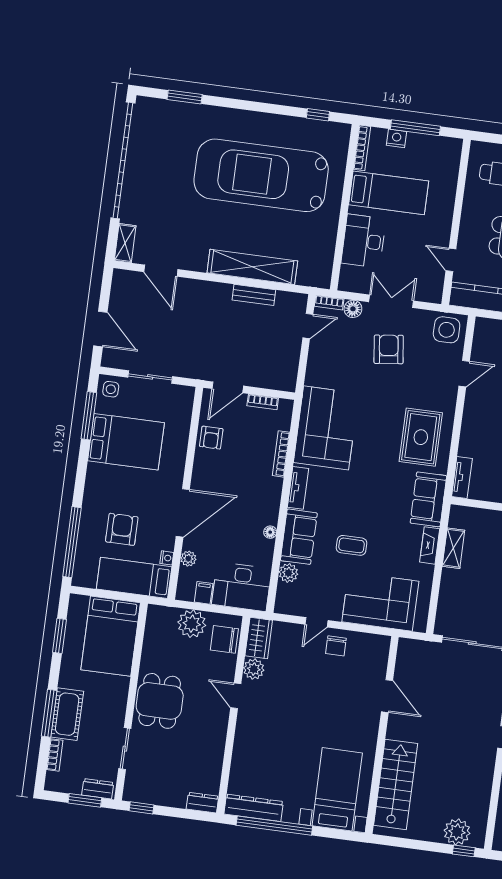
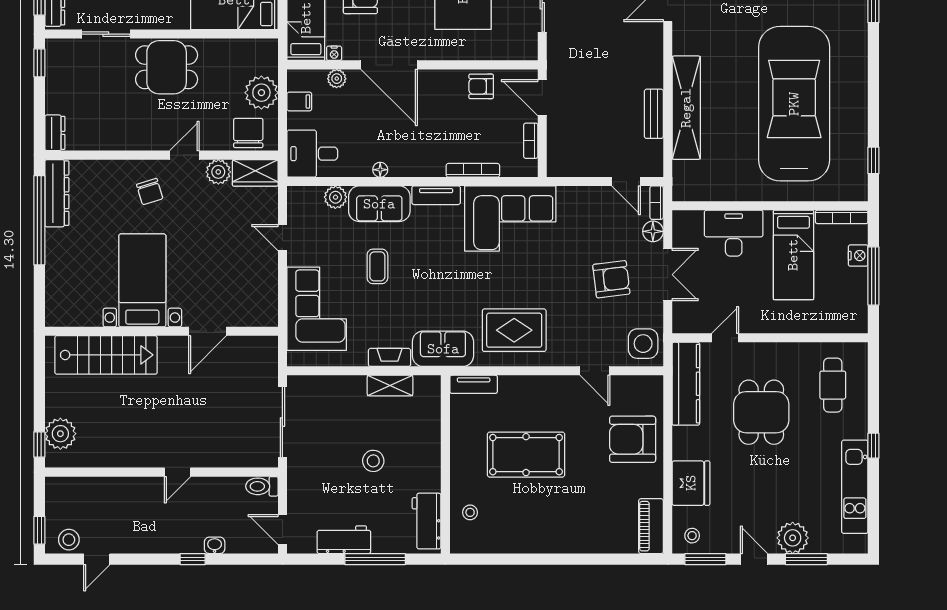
desk: (242, 587) -> (312, 154), width x0.73
chair: (336, 646) -> (150, 192), moved, turned -107
bed with nightstands: (337, 789) -> (142, 280), moved, turned -90

